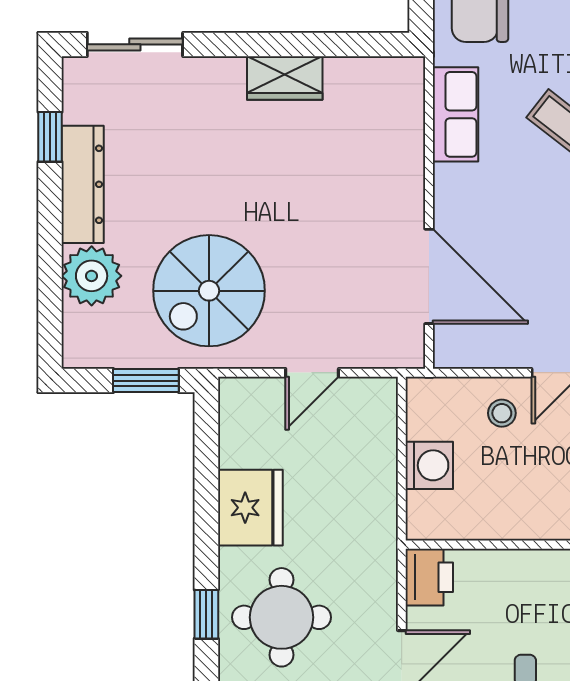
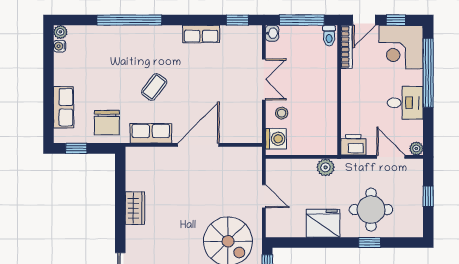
door: (429, 276) -> (198, 145), moved
washing machine: (429, 465) -> (276, 139), moved, turned 90
plant: (378, 513) -> (326, 167), added

